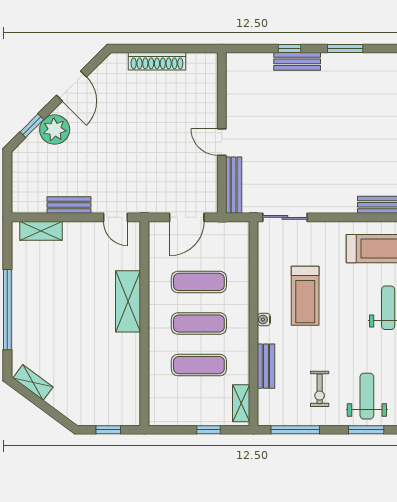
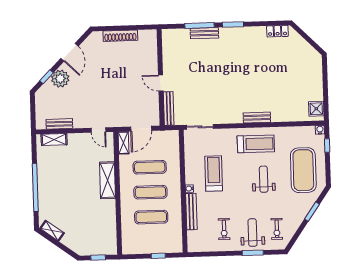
window: (289, 49) -> (200, 26), width x2.17
bench: (69, 205) -> (59, 124), moved
treadmill: (305, 296) -> (214, 173), turned 180
bench: (266, 366) -> (191, 212), width x1.36
shelving: (241, 403) -> (124, 143), moved
window: (295, 430) -> (210, 254), removed

